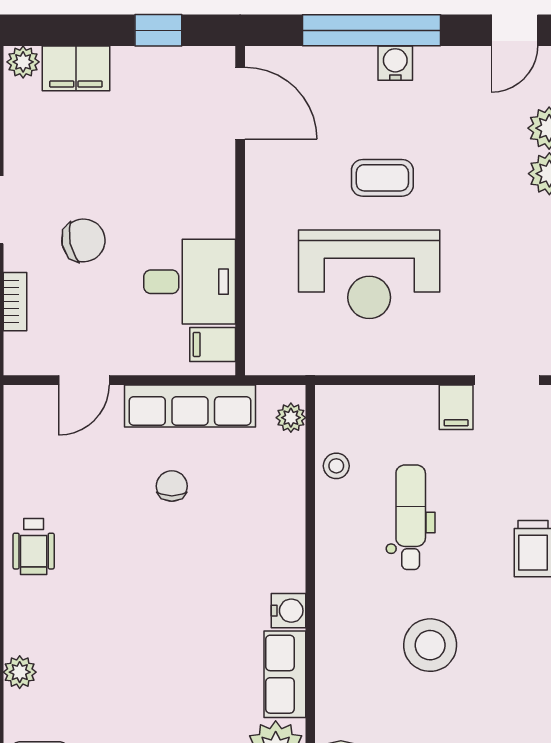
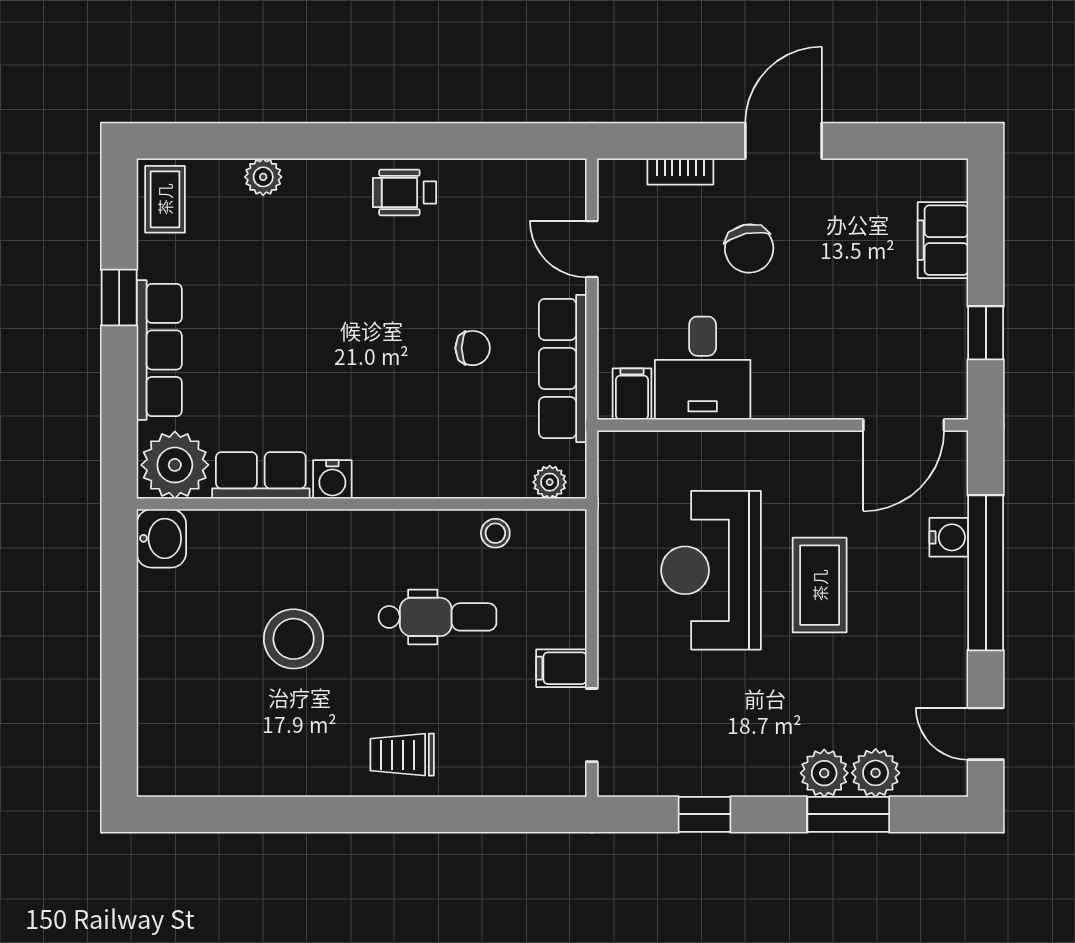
plant: (23, 62) -> (950, 181), removed
water cooler: (395, 63) -> (949, 537), moved
coffee table: (382, 178) -> (820, 585), width x1.36, depth x1.30

